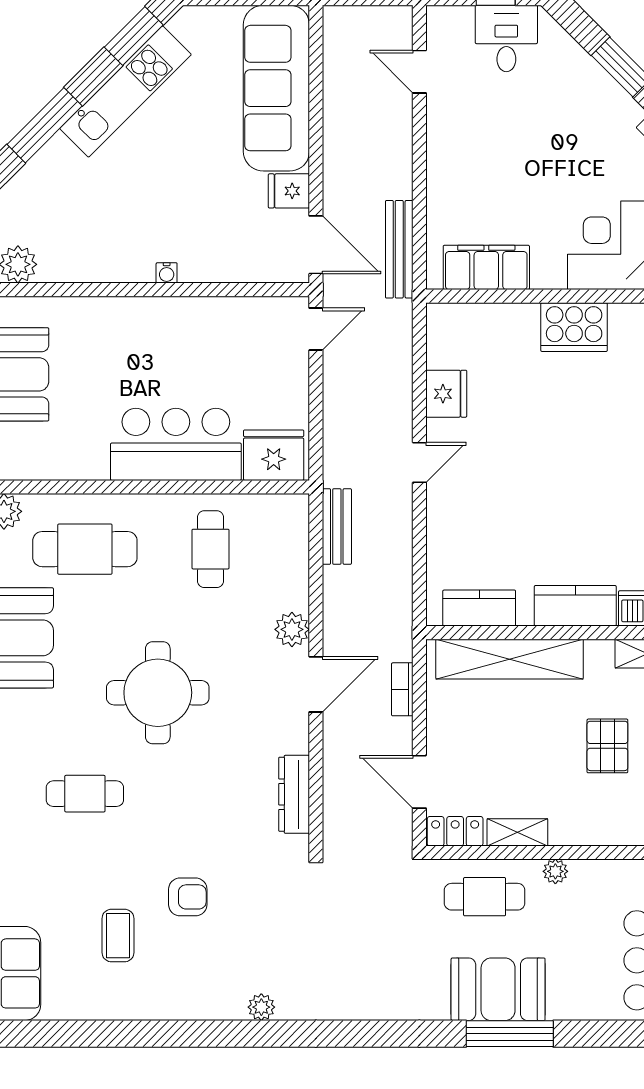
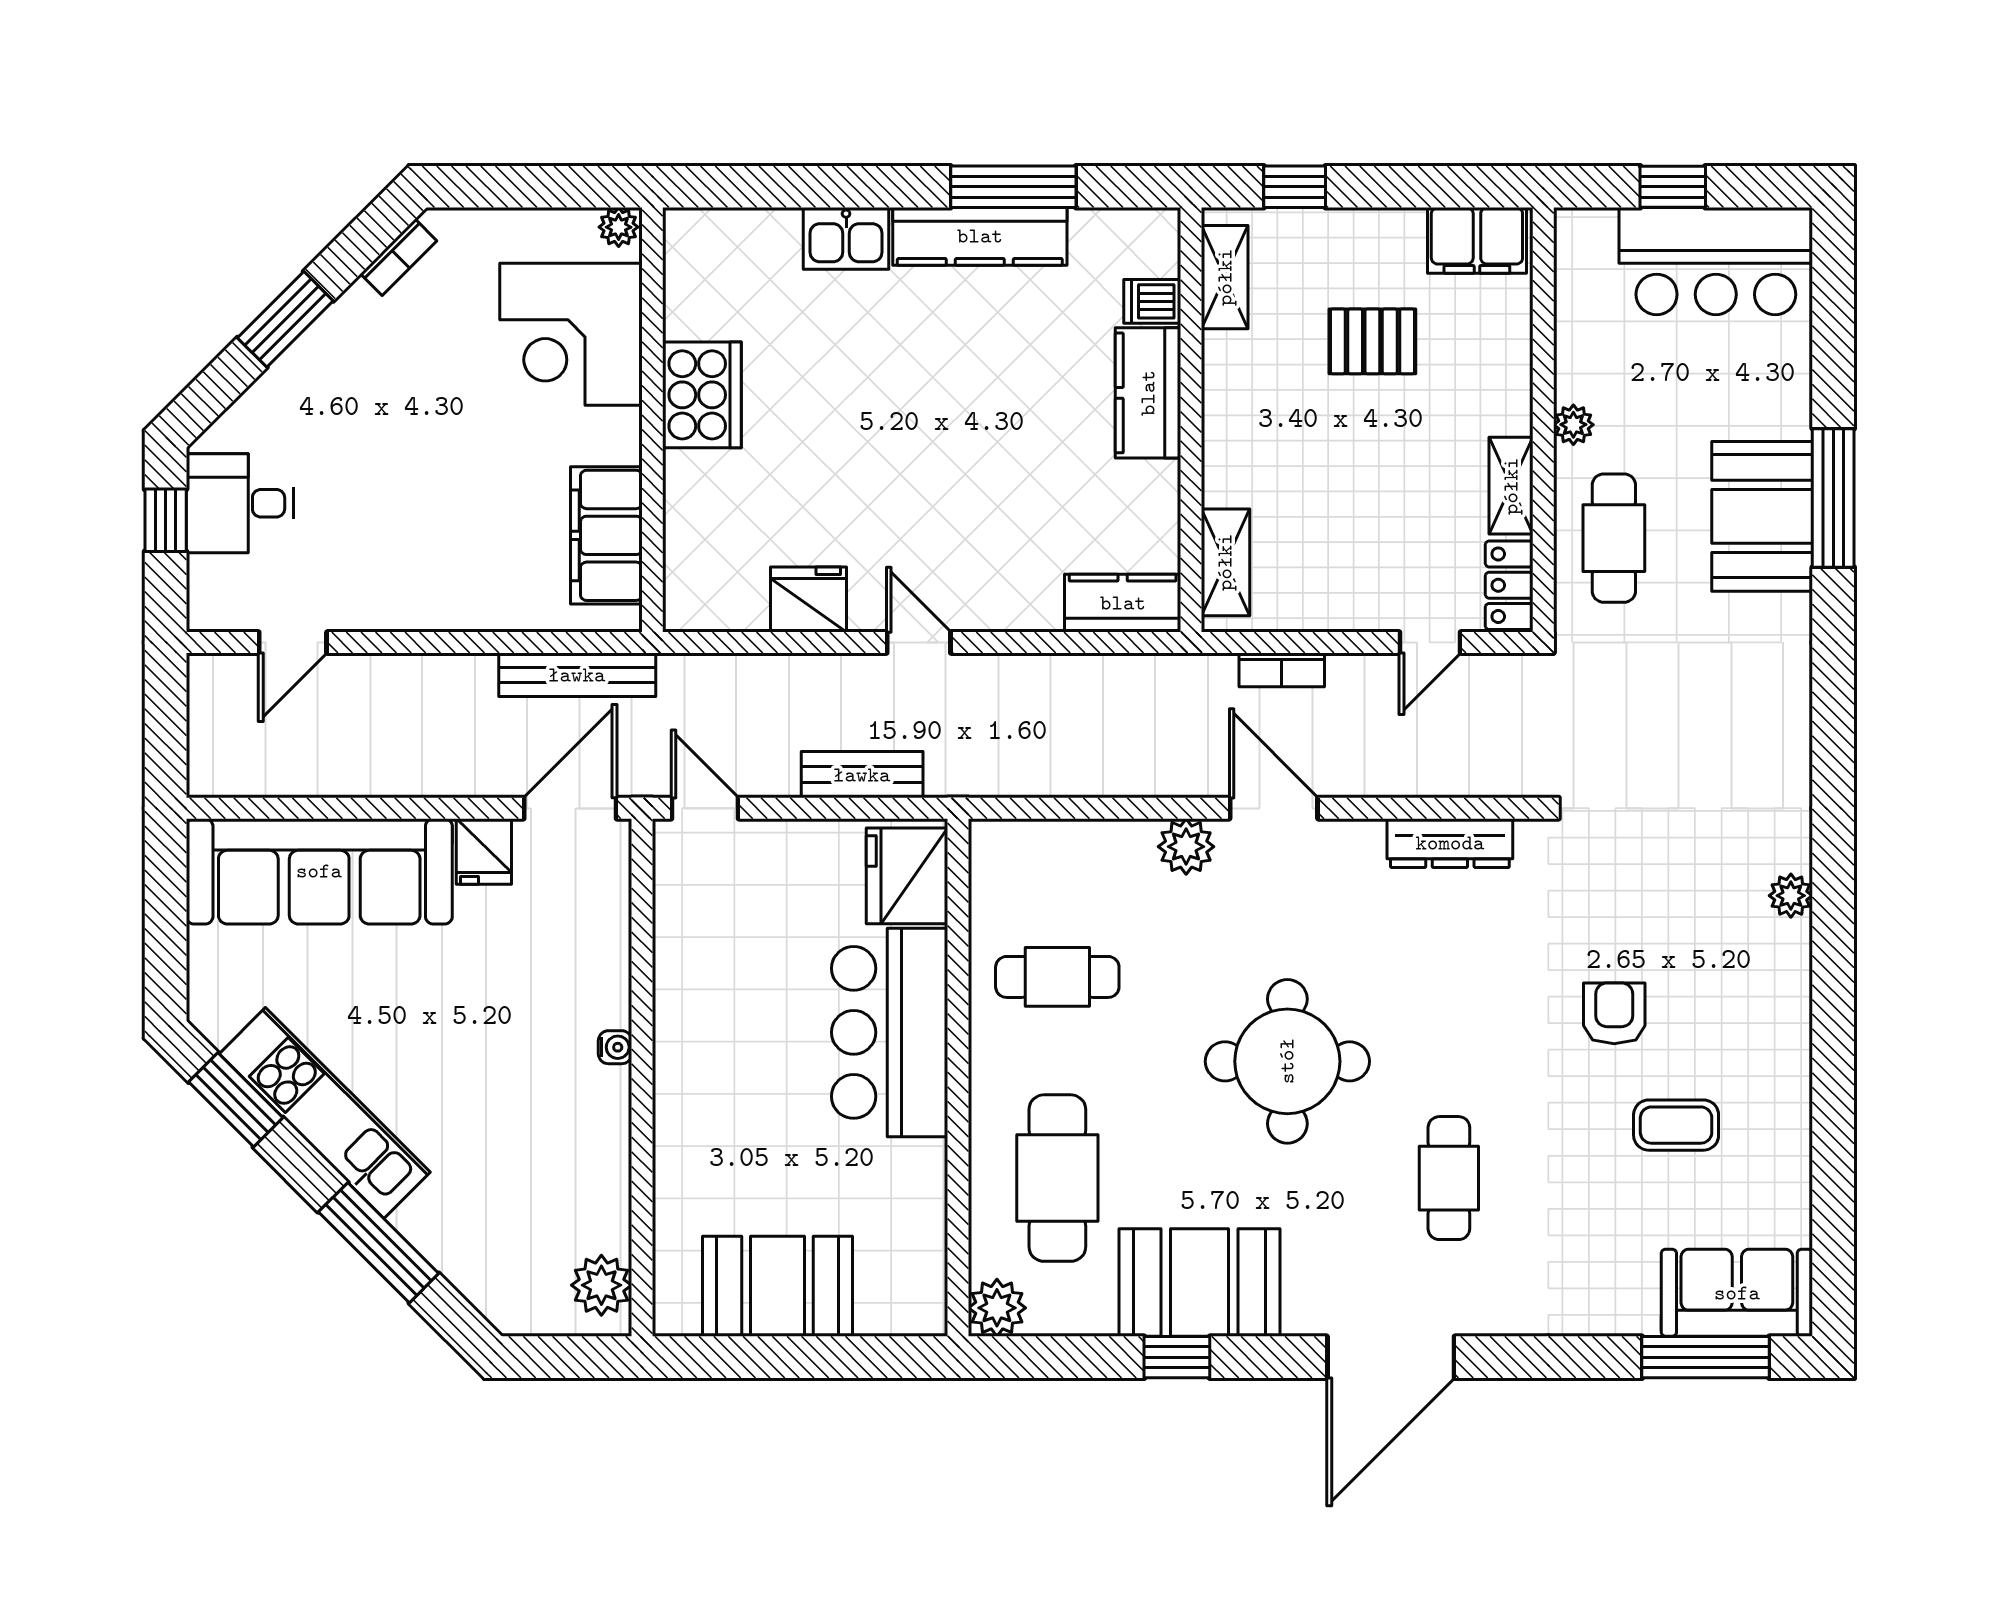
bench: (337, 527) -> (862, 775), moved
kitchen counter: (479, 608) -> (1123, 603), moved, turned 90
shelving: (510, 659) -> (1225, 562), width x0.45, depth x0.75
door: (419, 782) -> (1430, 642), width x0.73

